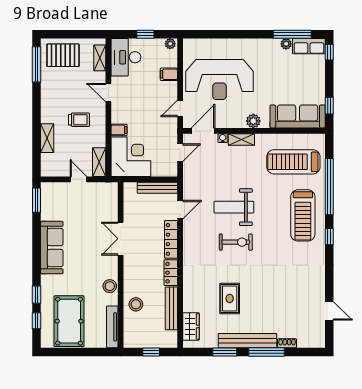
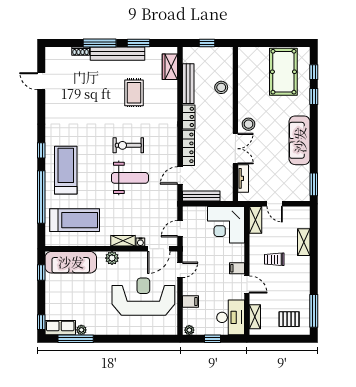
pallet: (63, 55) -> (289, 319), width x0.67, depth x0.71
filing cabinet: (119, 130) -> (237, 268), moved
stool: (110, 286) -> (249, 124), moved
tv unit: (112, 327) -> (243, 178), moved, width x0.71

